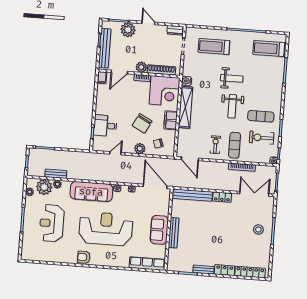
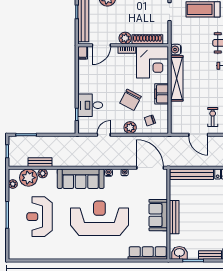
door: (190, 159) -> (198, 135), moved
armchair: (84, 257) -> (78, 251), removed
washbasin: (176, 266) -> (179, 253), added

